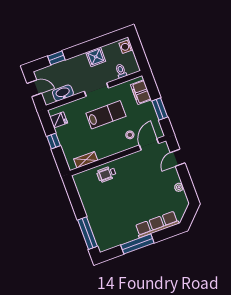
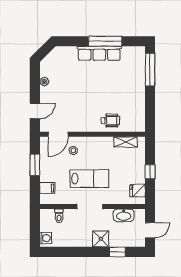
shower: (96, 57) -> (101, 239), moved
door: (34, 88) -> (150, 230), swing flipped
filing cabinet: (141, 92) -> (47, 188), width x0.50
lab bench: (106, 115) -> (89, 179), turned 180
row of seats: (157, 224) -> (99, 53), moved

